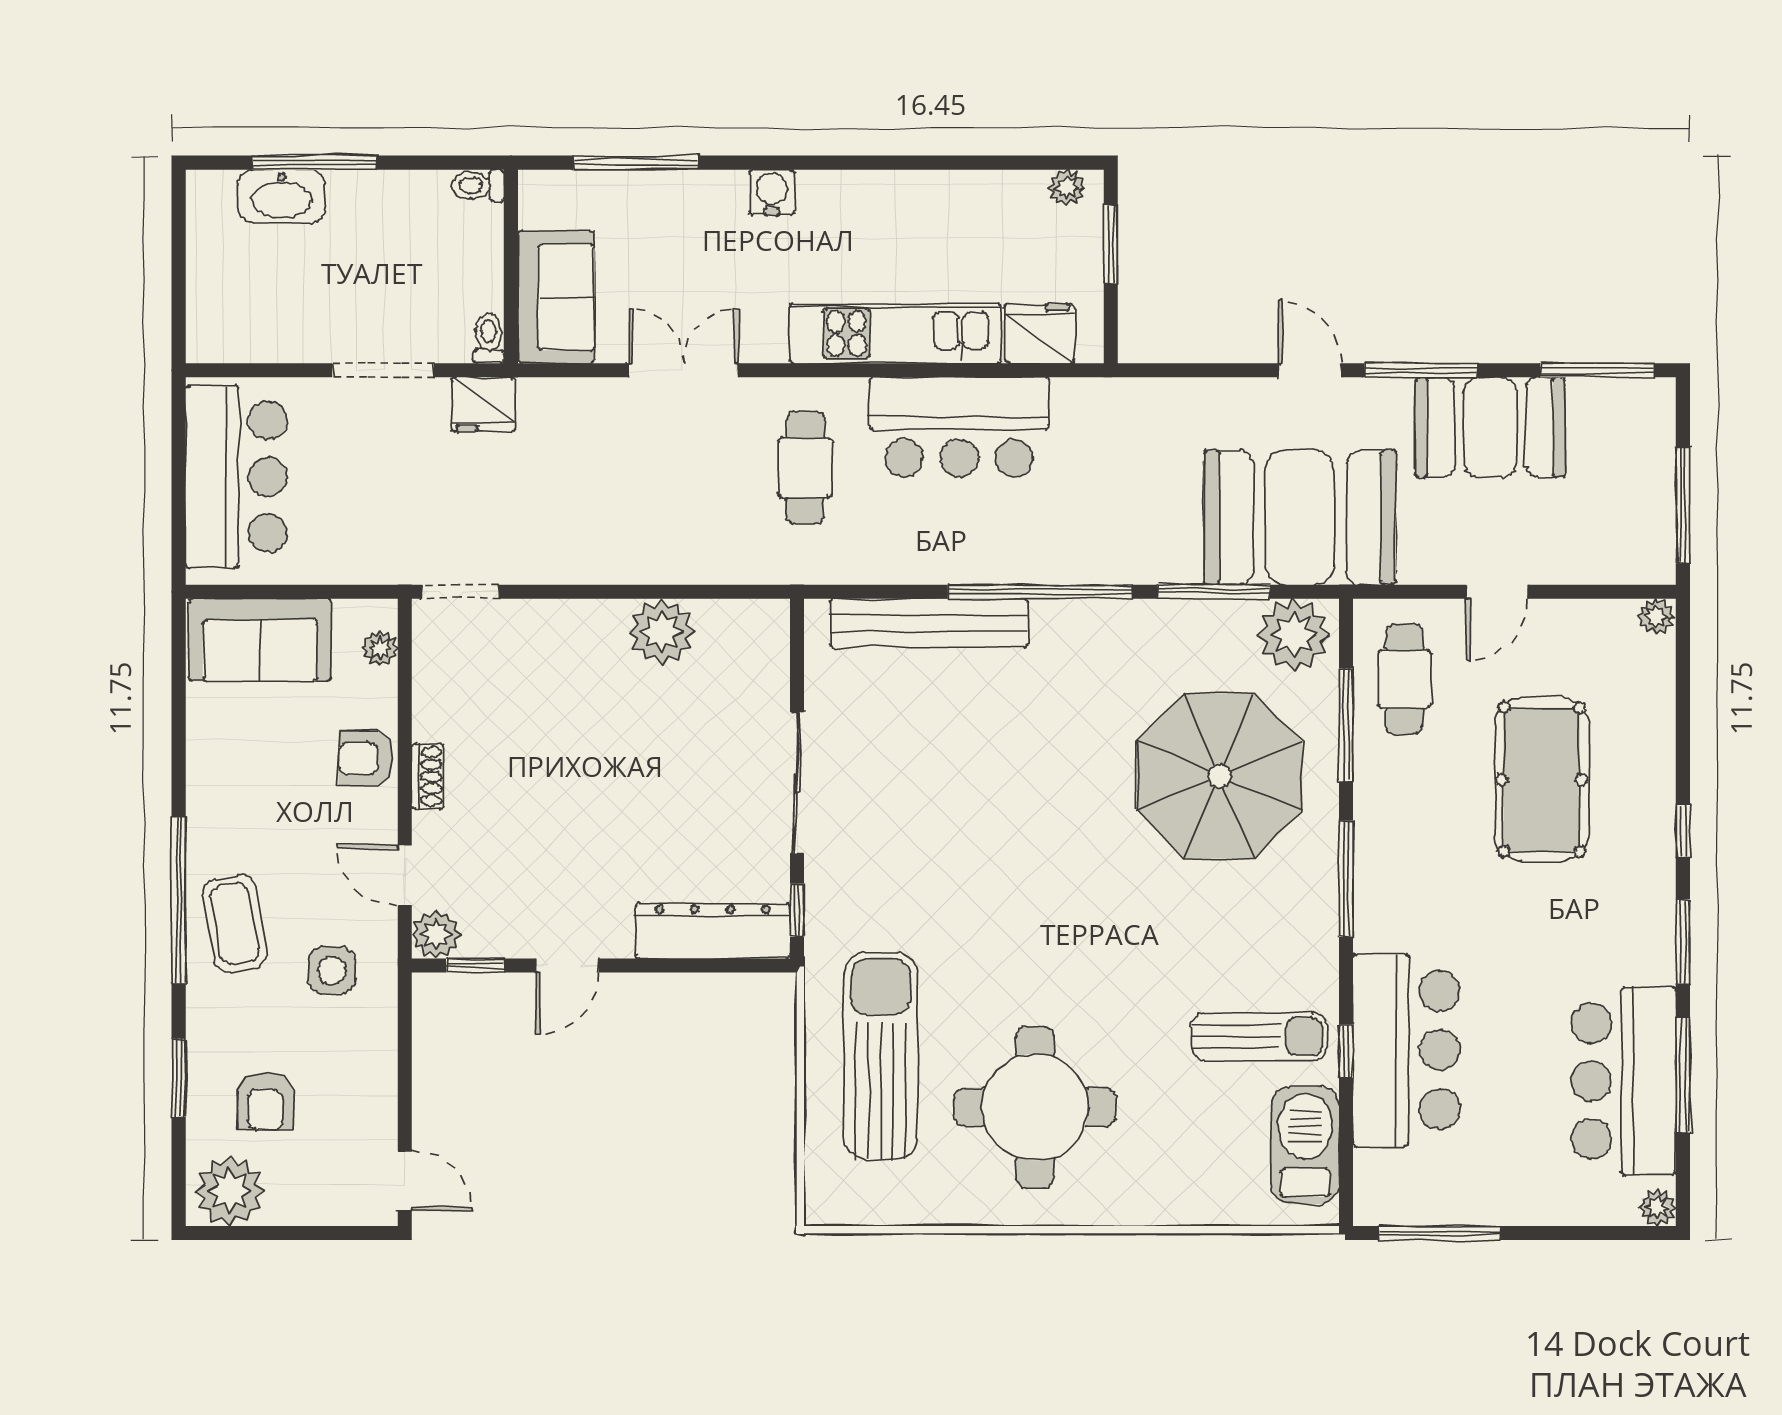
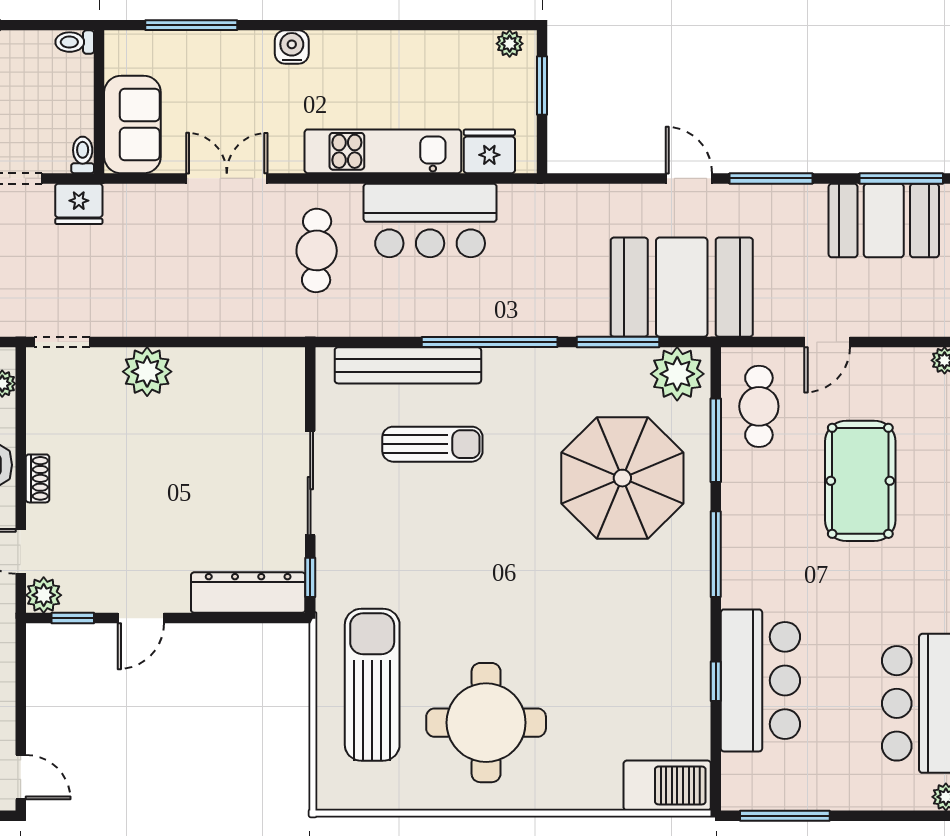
booth: (1490, 427) -> (884, 221), moved
plant: (662, 632) -> (147, 372), moved
sun lounger: (1259, 1037) -> (432, 444), moved
barbecue: (1305, 1145) -> (667, 785), moved, turned 90

